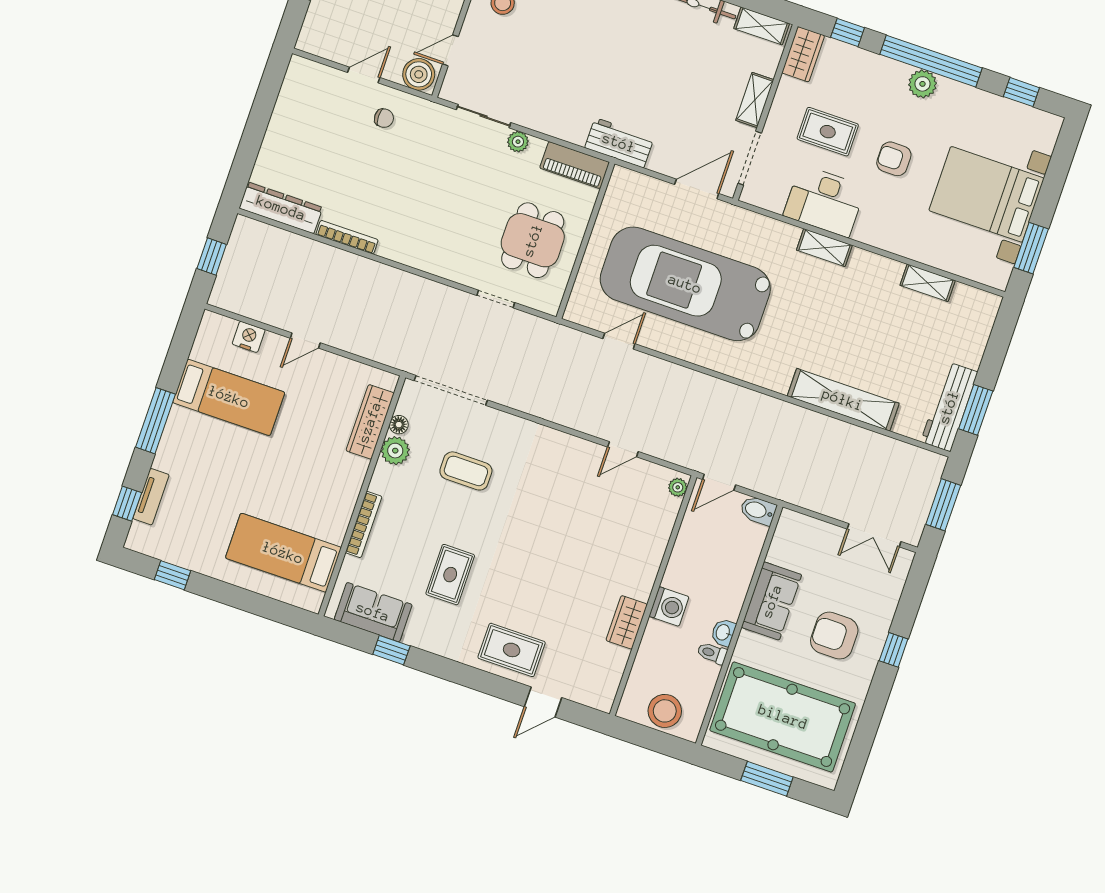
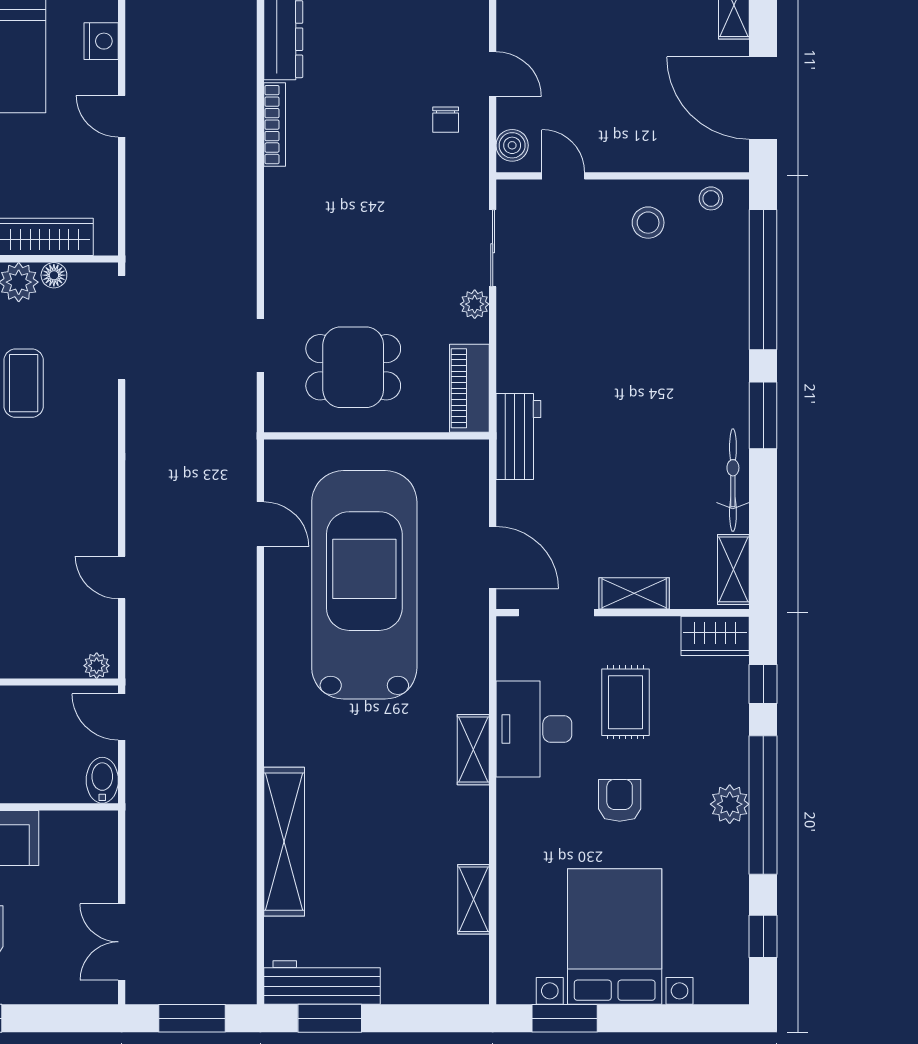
boiler: (419, 74) -> (512, 145), width x0.73, depth x0.73

